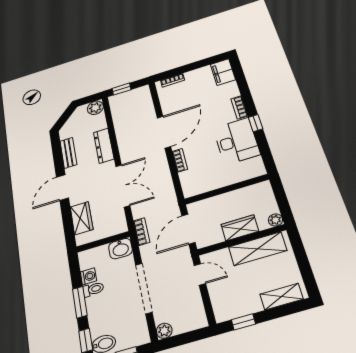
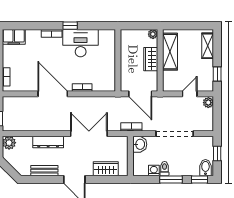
door: (200, 274) -> (190, 94), moved
plant: (164, 331) -> (208, 103), moved

